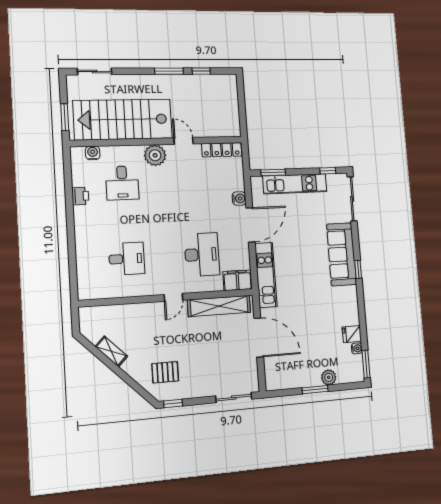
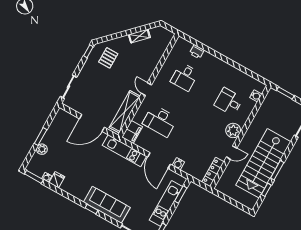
stairs: (123, 119) -> (263, 163), moved, turned 180
printer: (80, 196) -> (197, 52), moved

